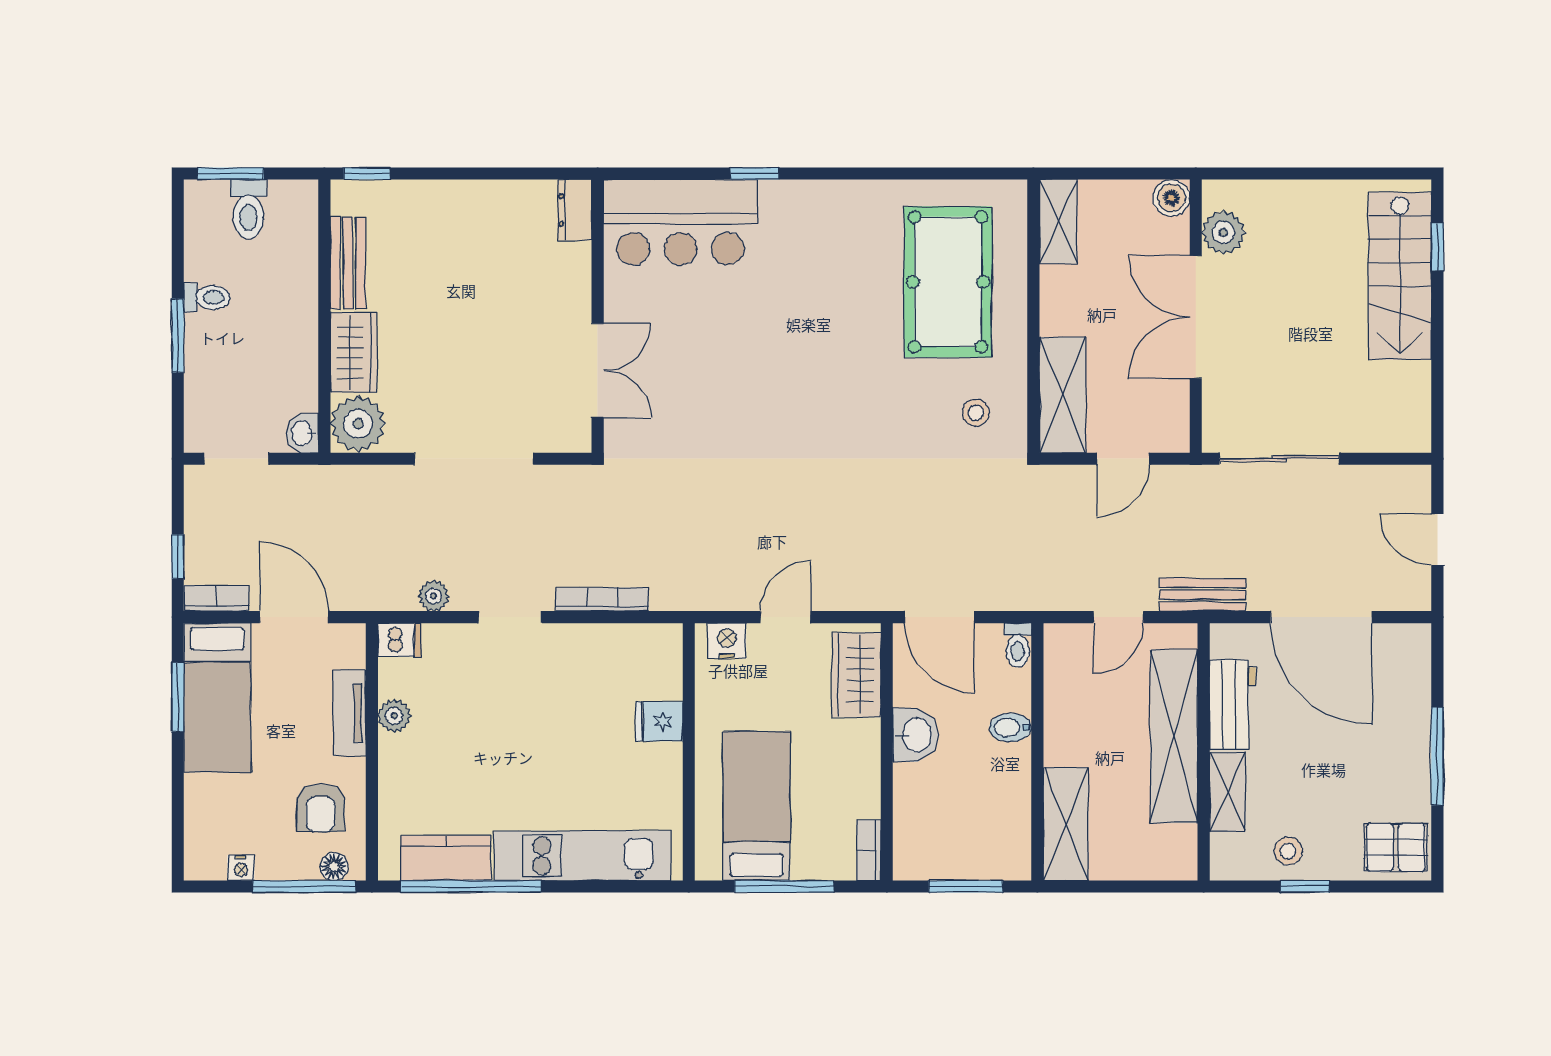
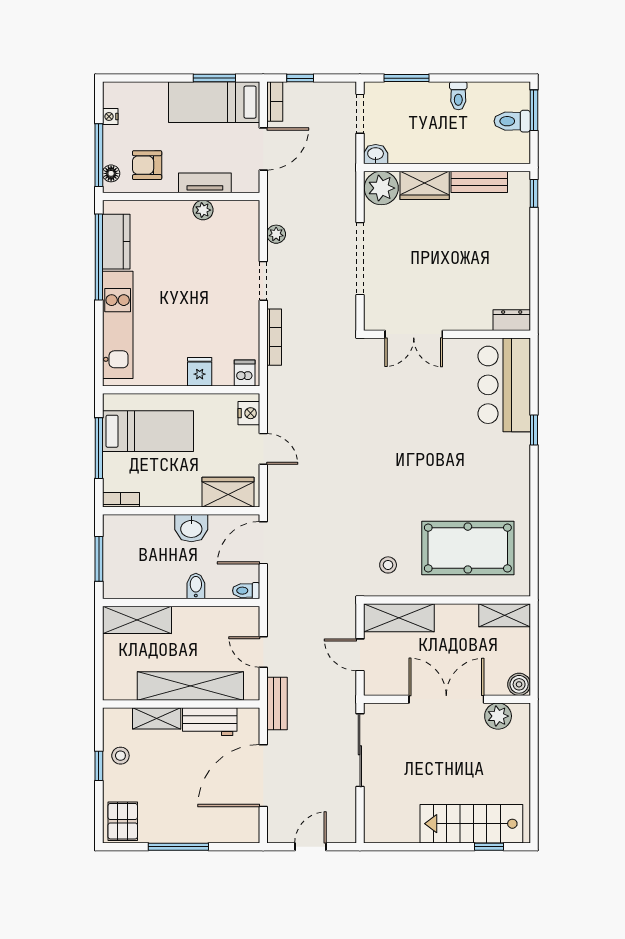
window: (178, 336) -> (406, 78), moved
dishwasher: (399, 640) -> (245, 373), moved, turned 180

